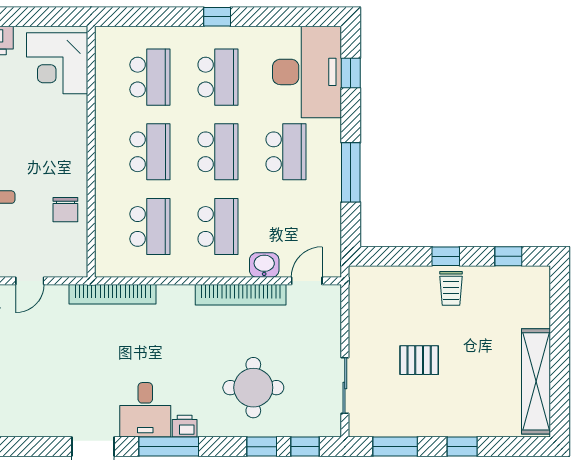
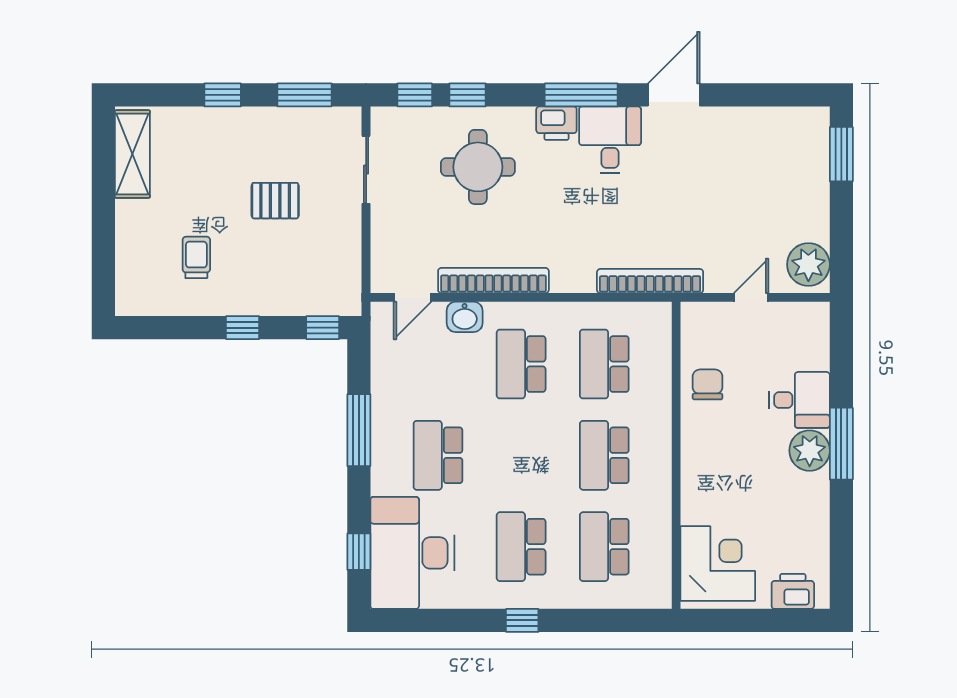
school desk: (218, 152) -> (521, 455), removed
window: (508, 256) -> (323, 328), moved
trolley: (451, 288) -> (196, 257), moved
shelving: (536, 381) -> (132, 154), width x0.68
printer: (185, 426) -> (556, 123), width x1.36, depth x1.24

